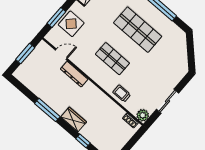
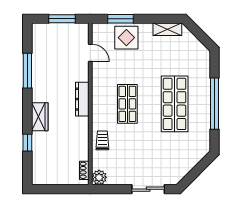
dresser: (74, 74) -> (82, 99), moved
sliding door: (167, 101) -> (148, 189), moved
window: (47, 110) -> (27, 71), moved

